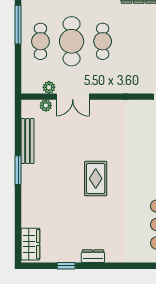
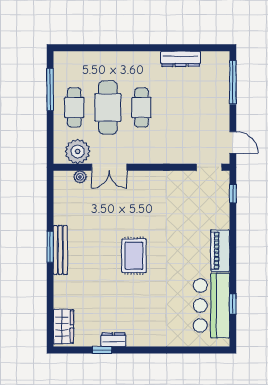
plant: (49, 87) -> (78, 151), width x1.88, depth x1.88
bench: (27, 141) -> (60, 250), moved
dresser: (93, 256) -> (113, 340), moved

